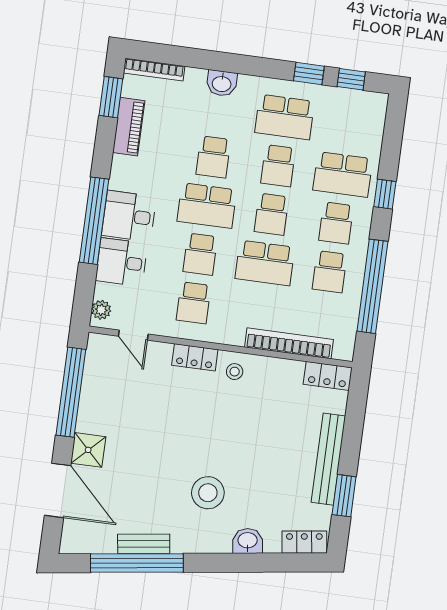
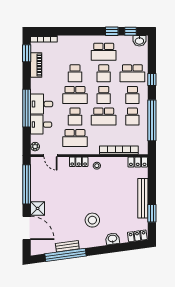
washbasin: (222, 83) -> (139, 41), moved
school desk: (194, 303) -> (75, 138), width x1.85

